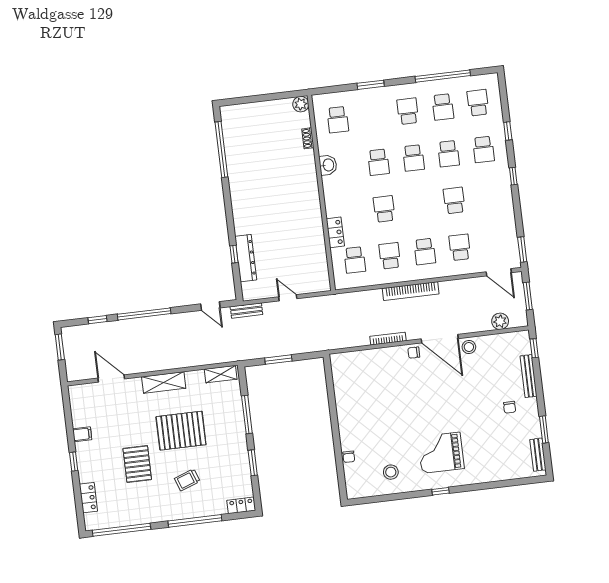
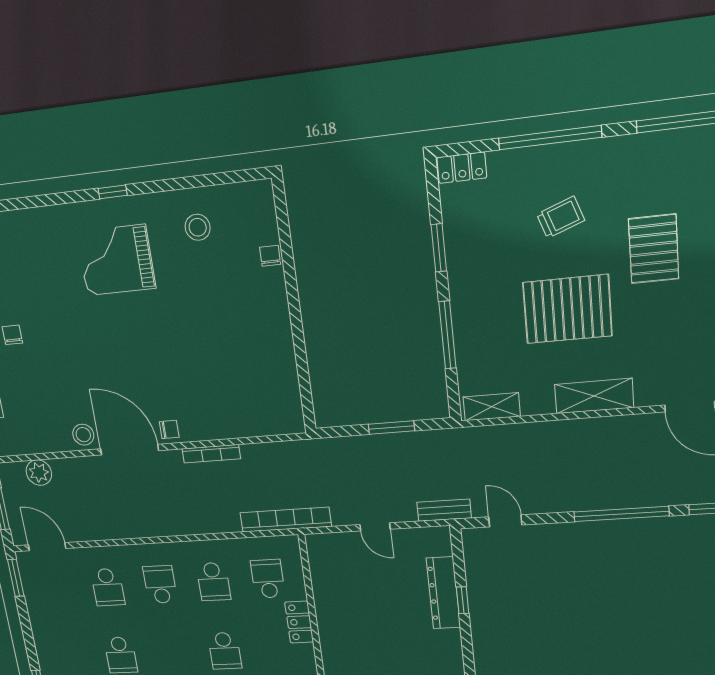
bookcase: (411, 291) -> (286, 520), moved
grand piano: (441, 453) -> (116, 260), turned 180

